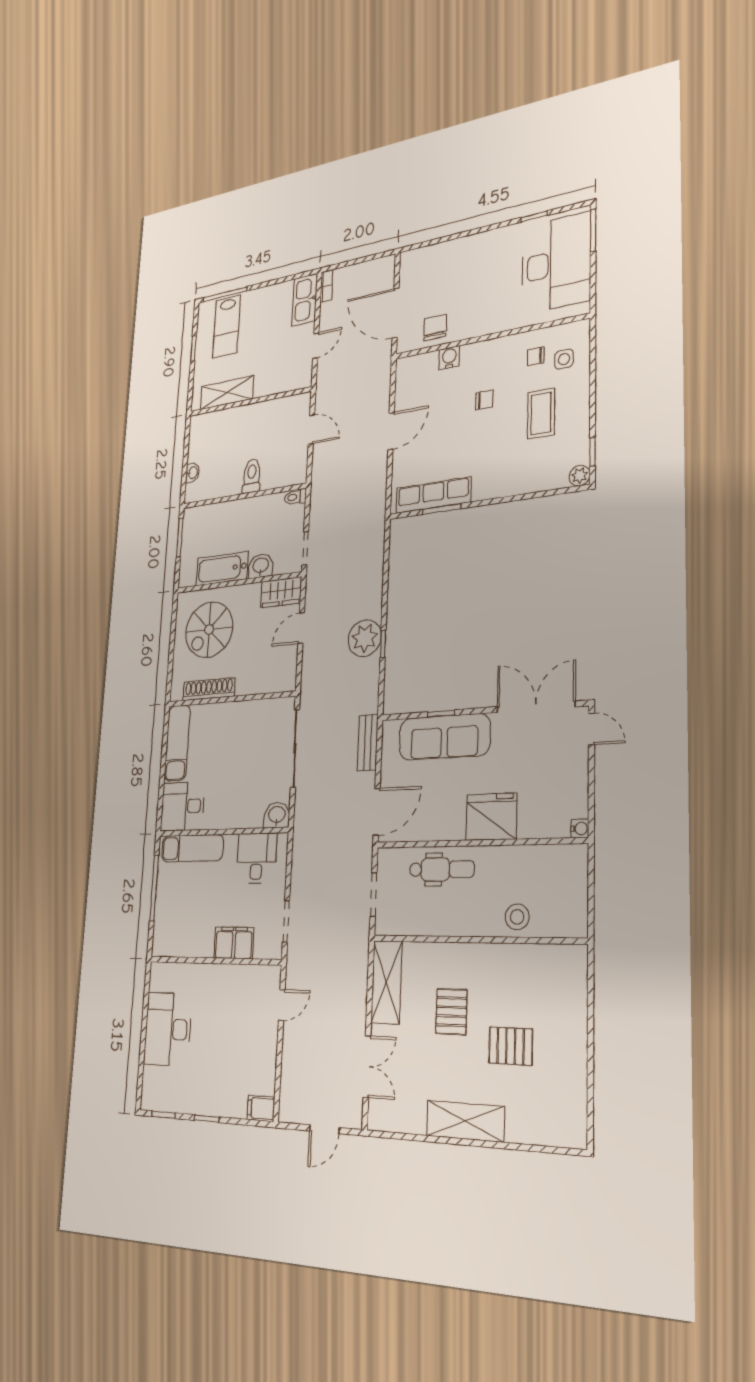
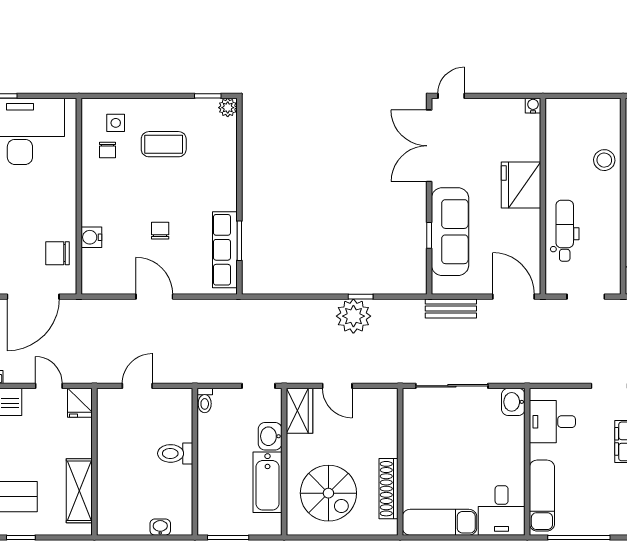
fridge: (300, 378) -> (80, 403), added
chair: (484, 400) -> (160, 231), moved

